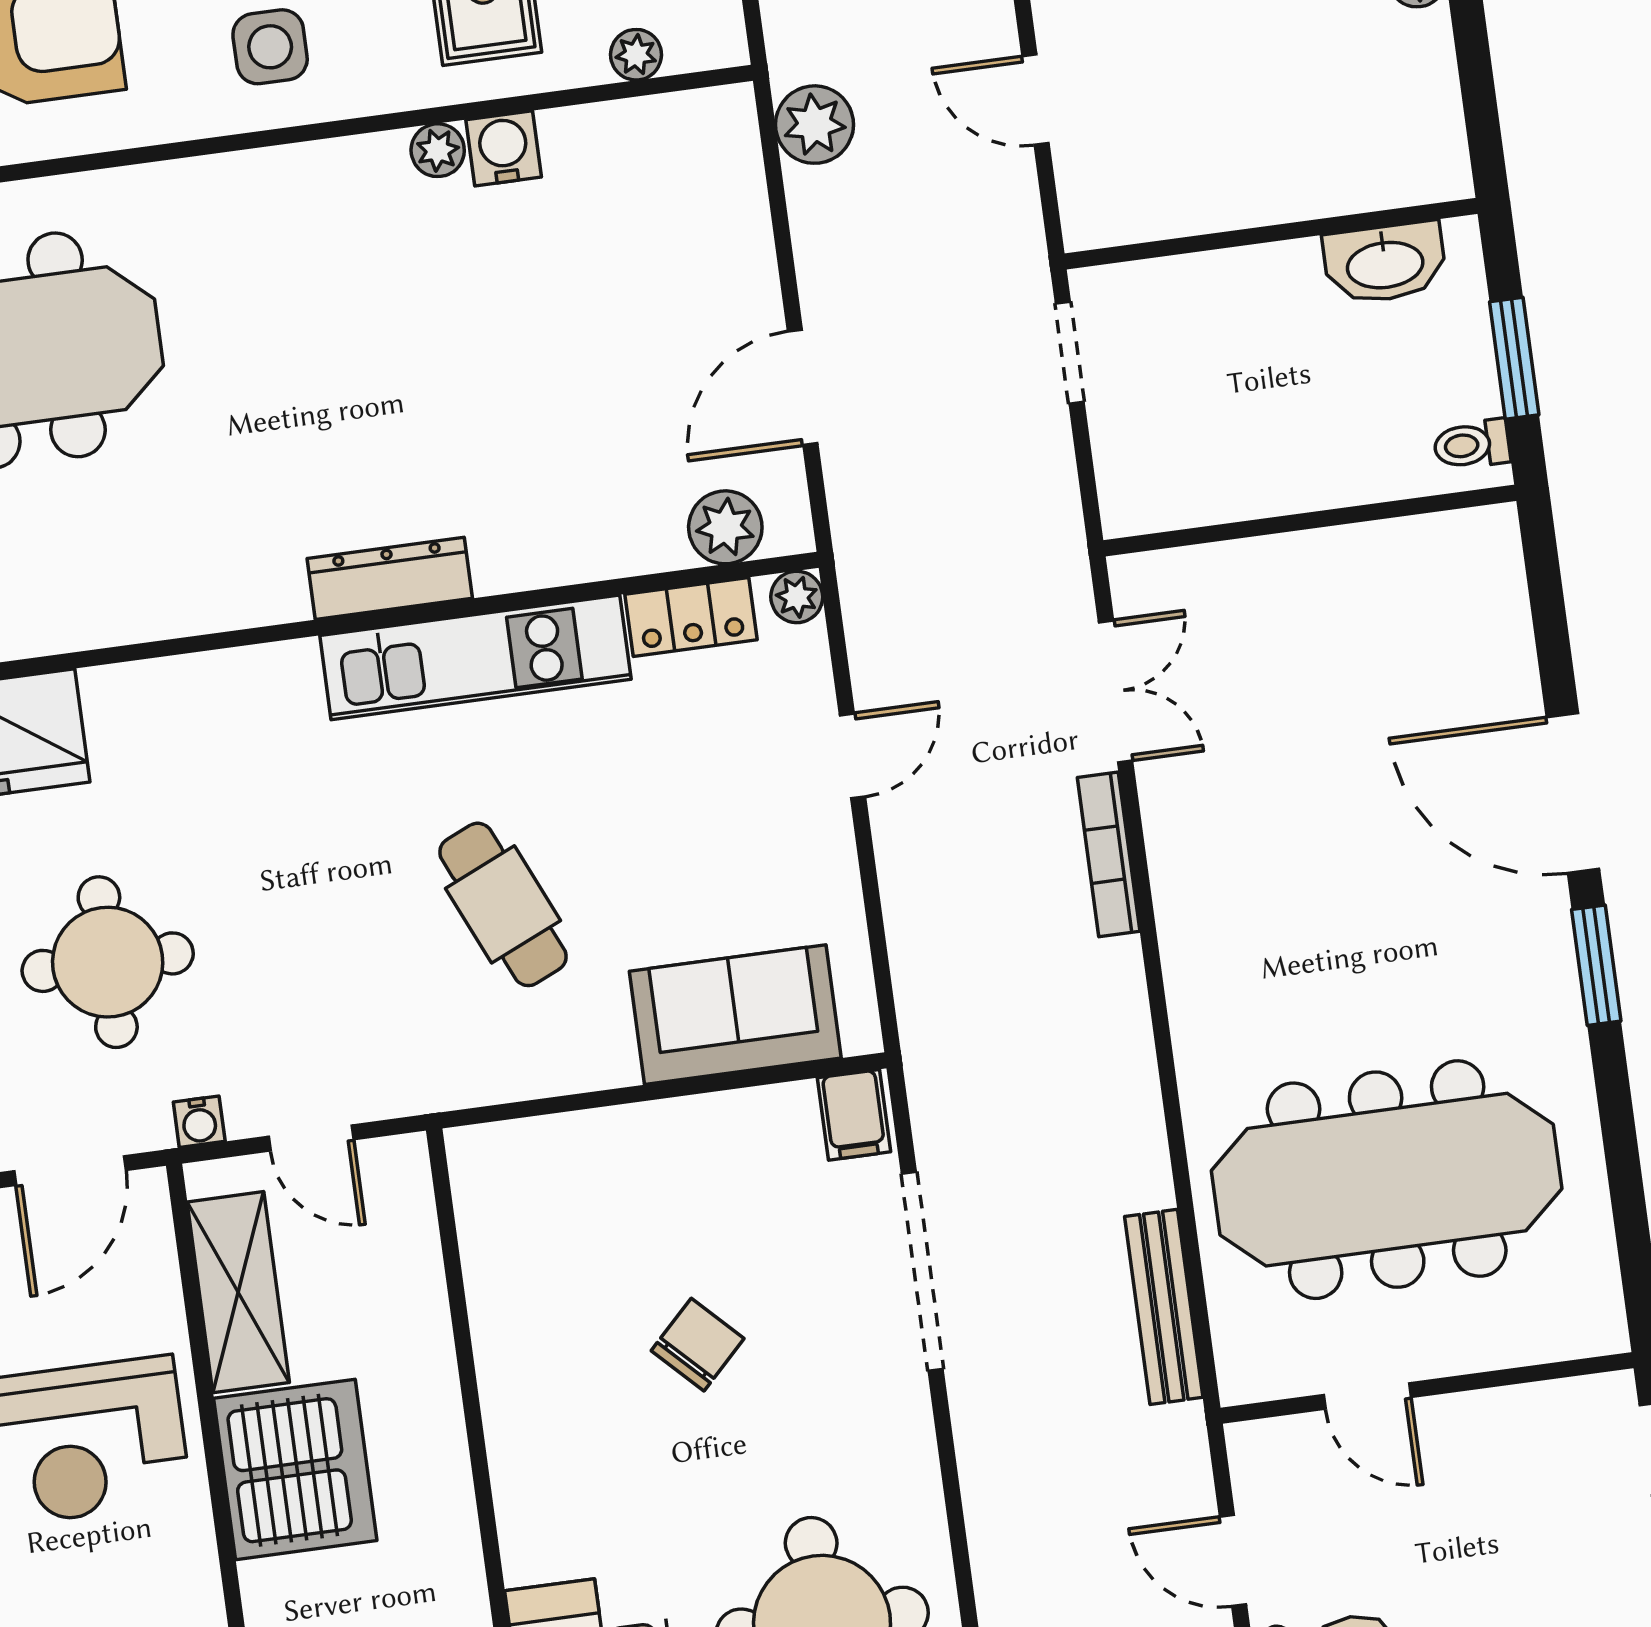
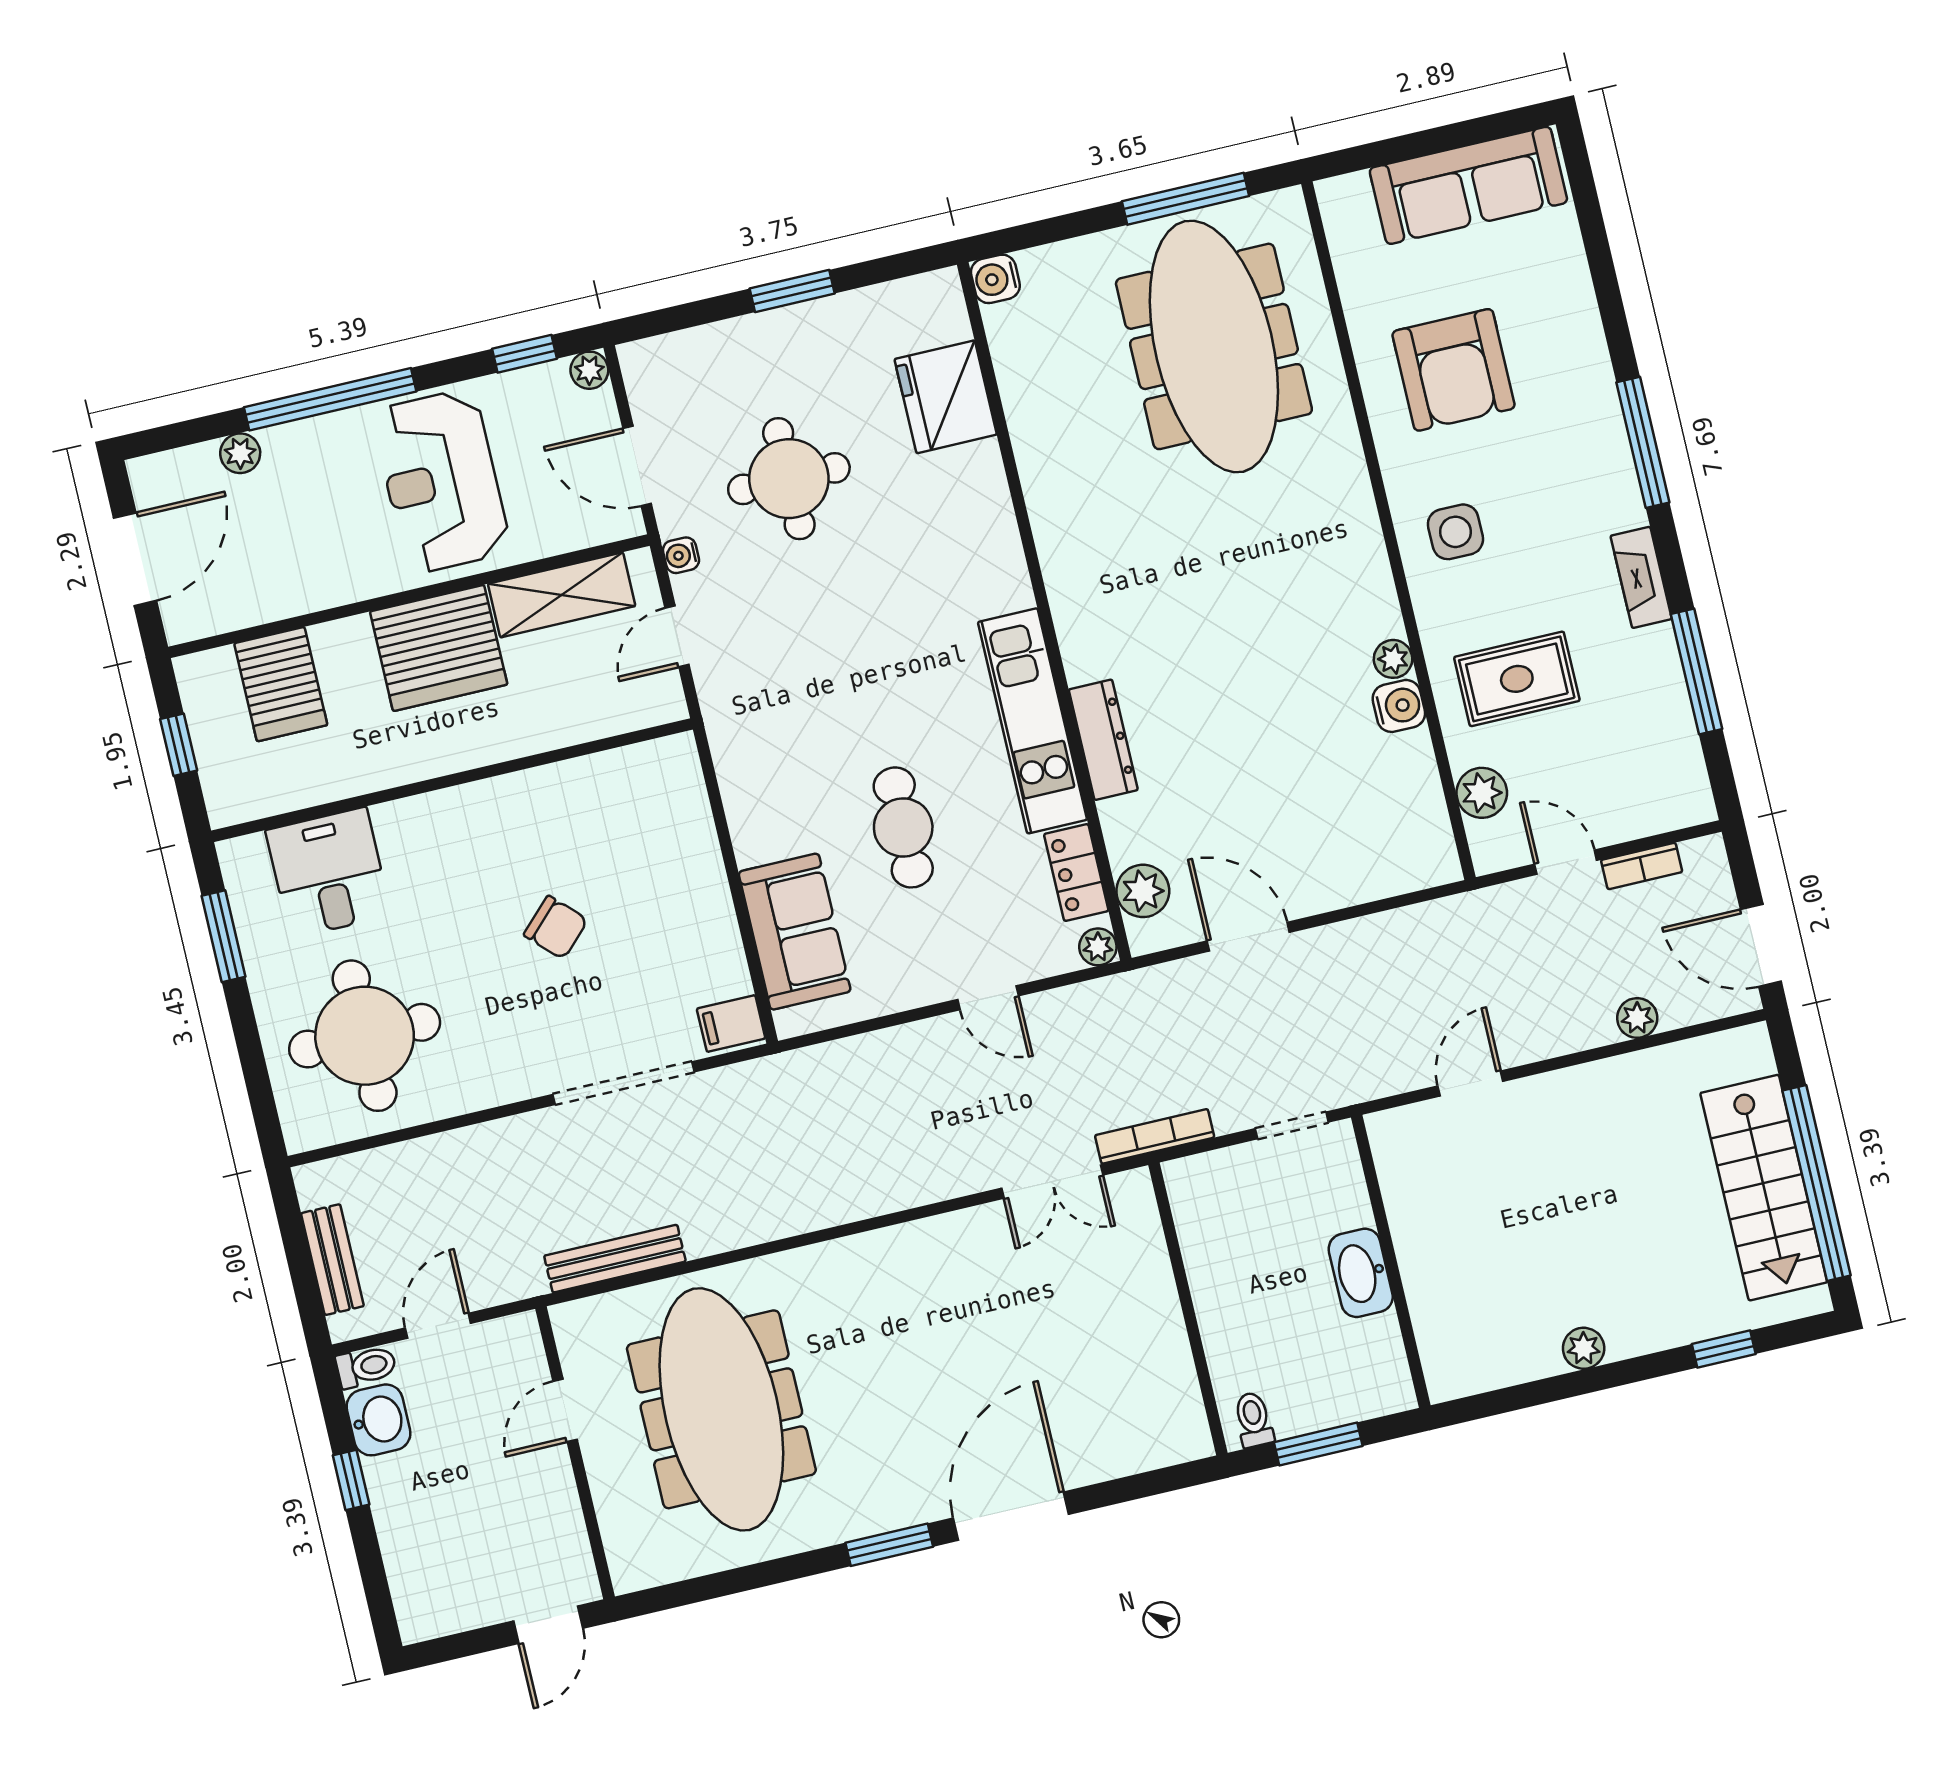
plant: (636, 55) -> (1482, 793), width x1.38, depth x1.38
plant: (815, 125) -> (1437, 927), removed
washbasin: (1385, 263) -> (1361, 1273), moved
dresser: (390, 578) -> (1103, 740), moved
bookcase: (1109, 854) -> (1155, 1136), moved
cafe table: (503, 904) -> (903, 827), moved, turned -65

